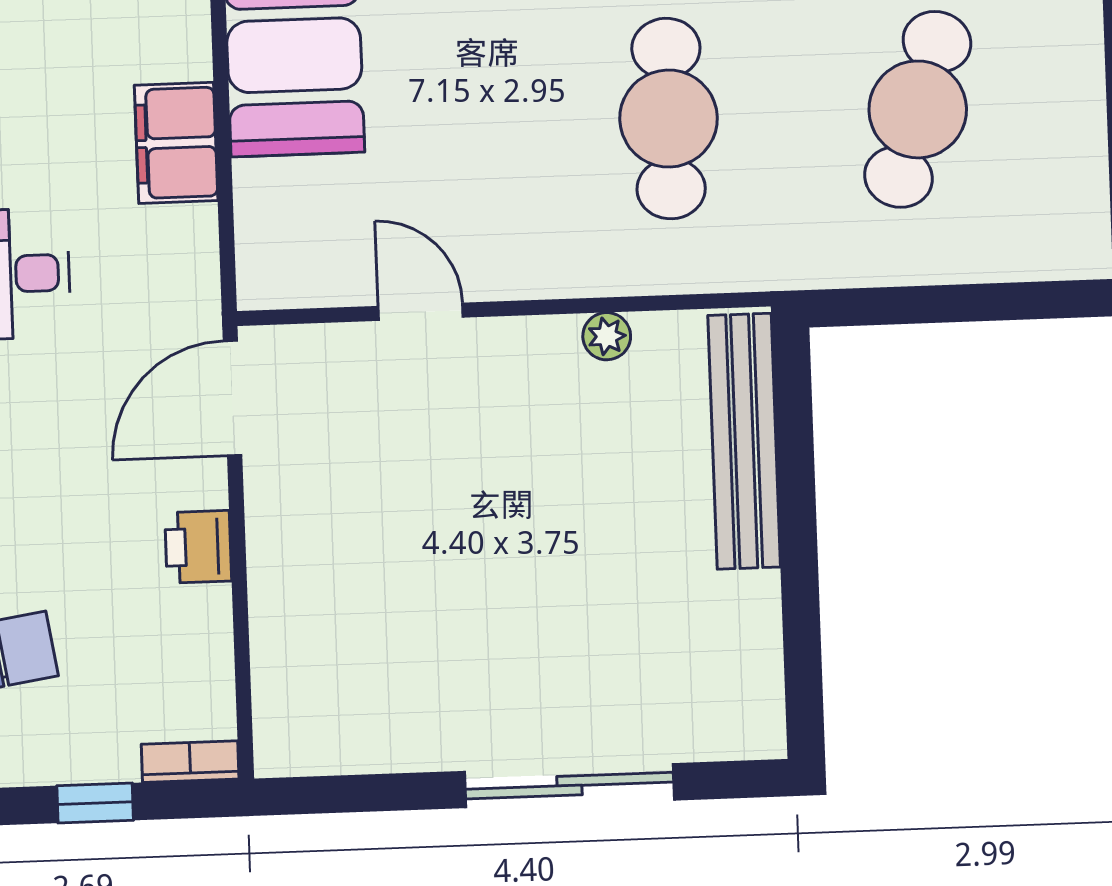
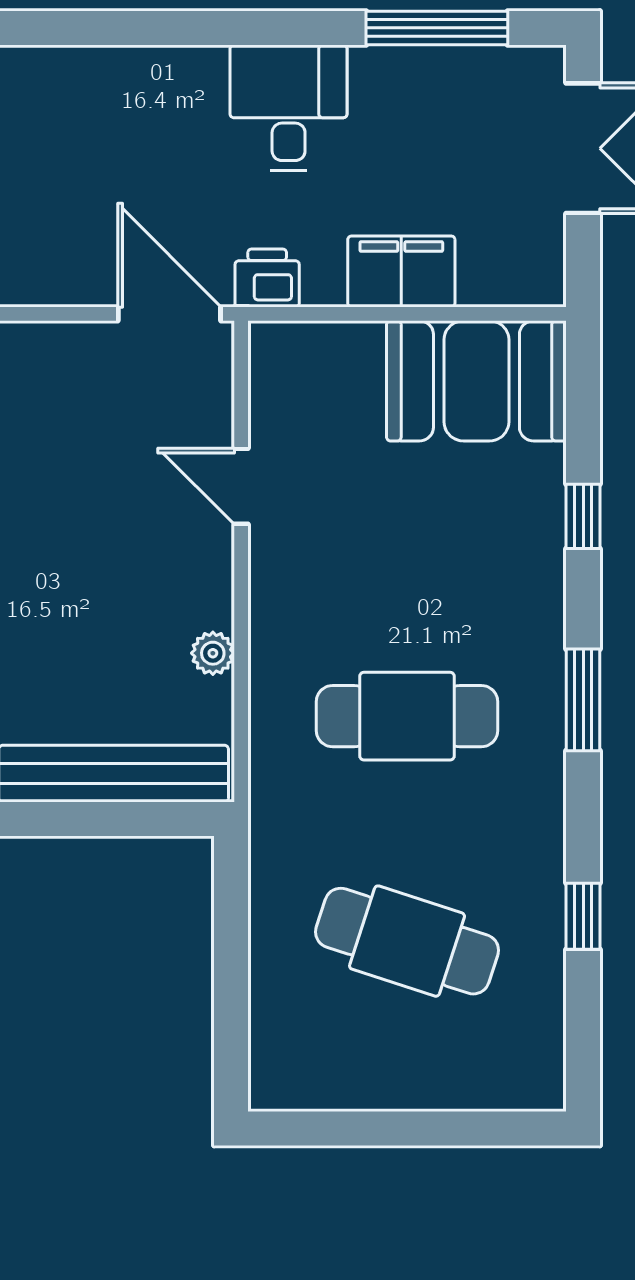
door: (421, 312) -> (241, 486), swing flipped
printer: (198, 547) -> (267, 278), moved

